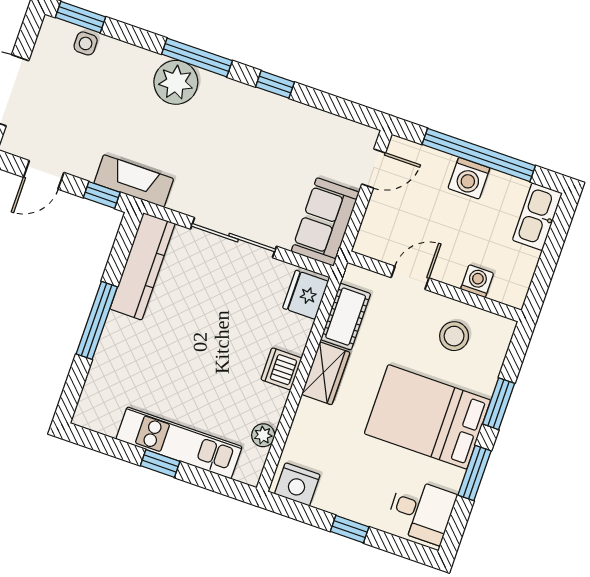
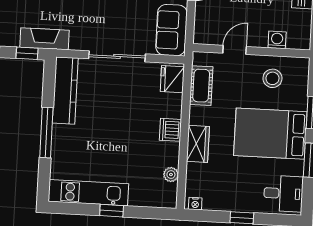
wardrobe: (326, 373) -> (198, 144), moved
kitchen unit: (179, 443) -> (88, 193), moved
nightstand: (297, 484) -> (195, 204), width x0.53, depth x0.56

